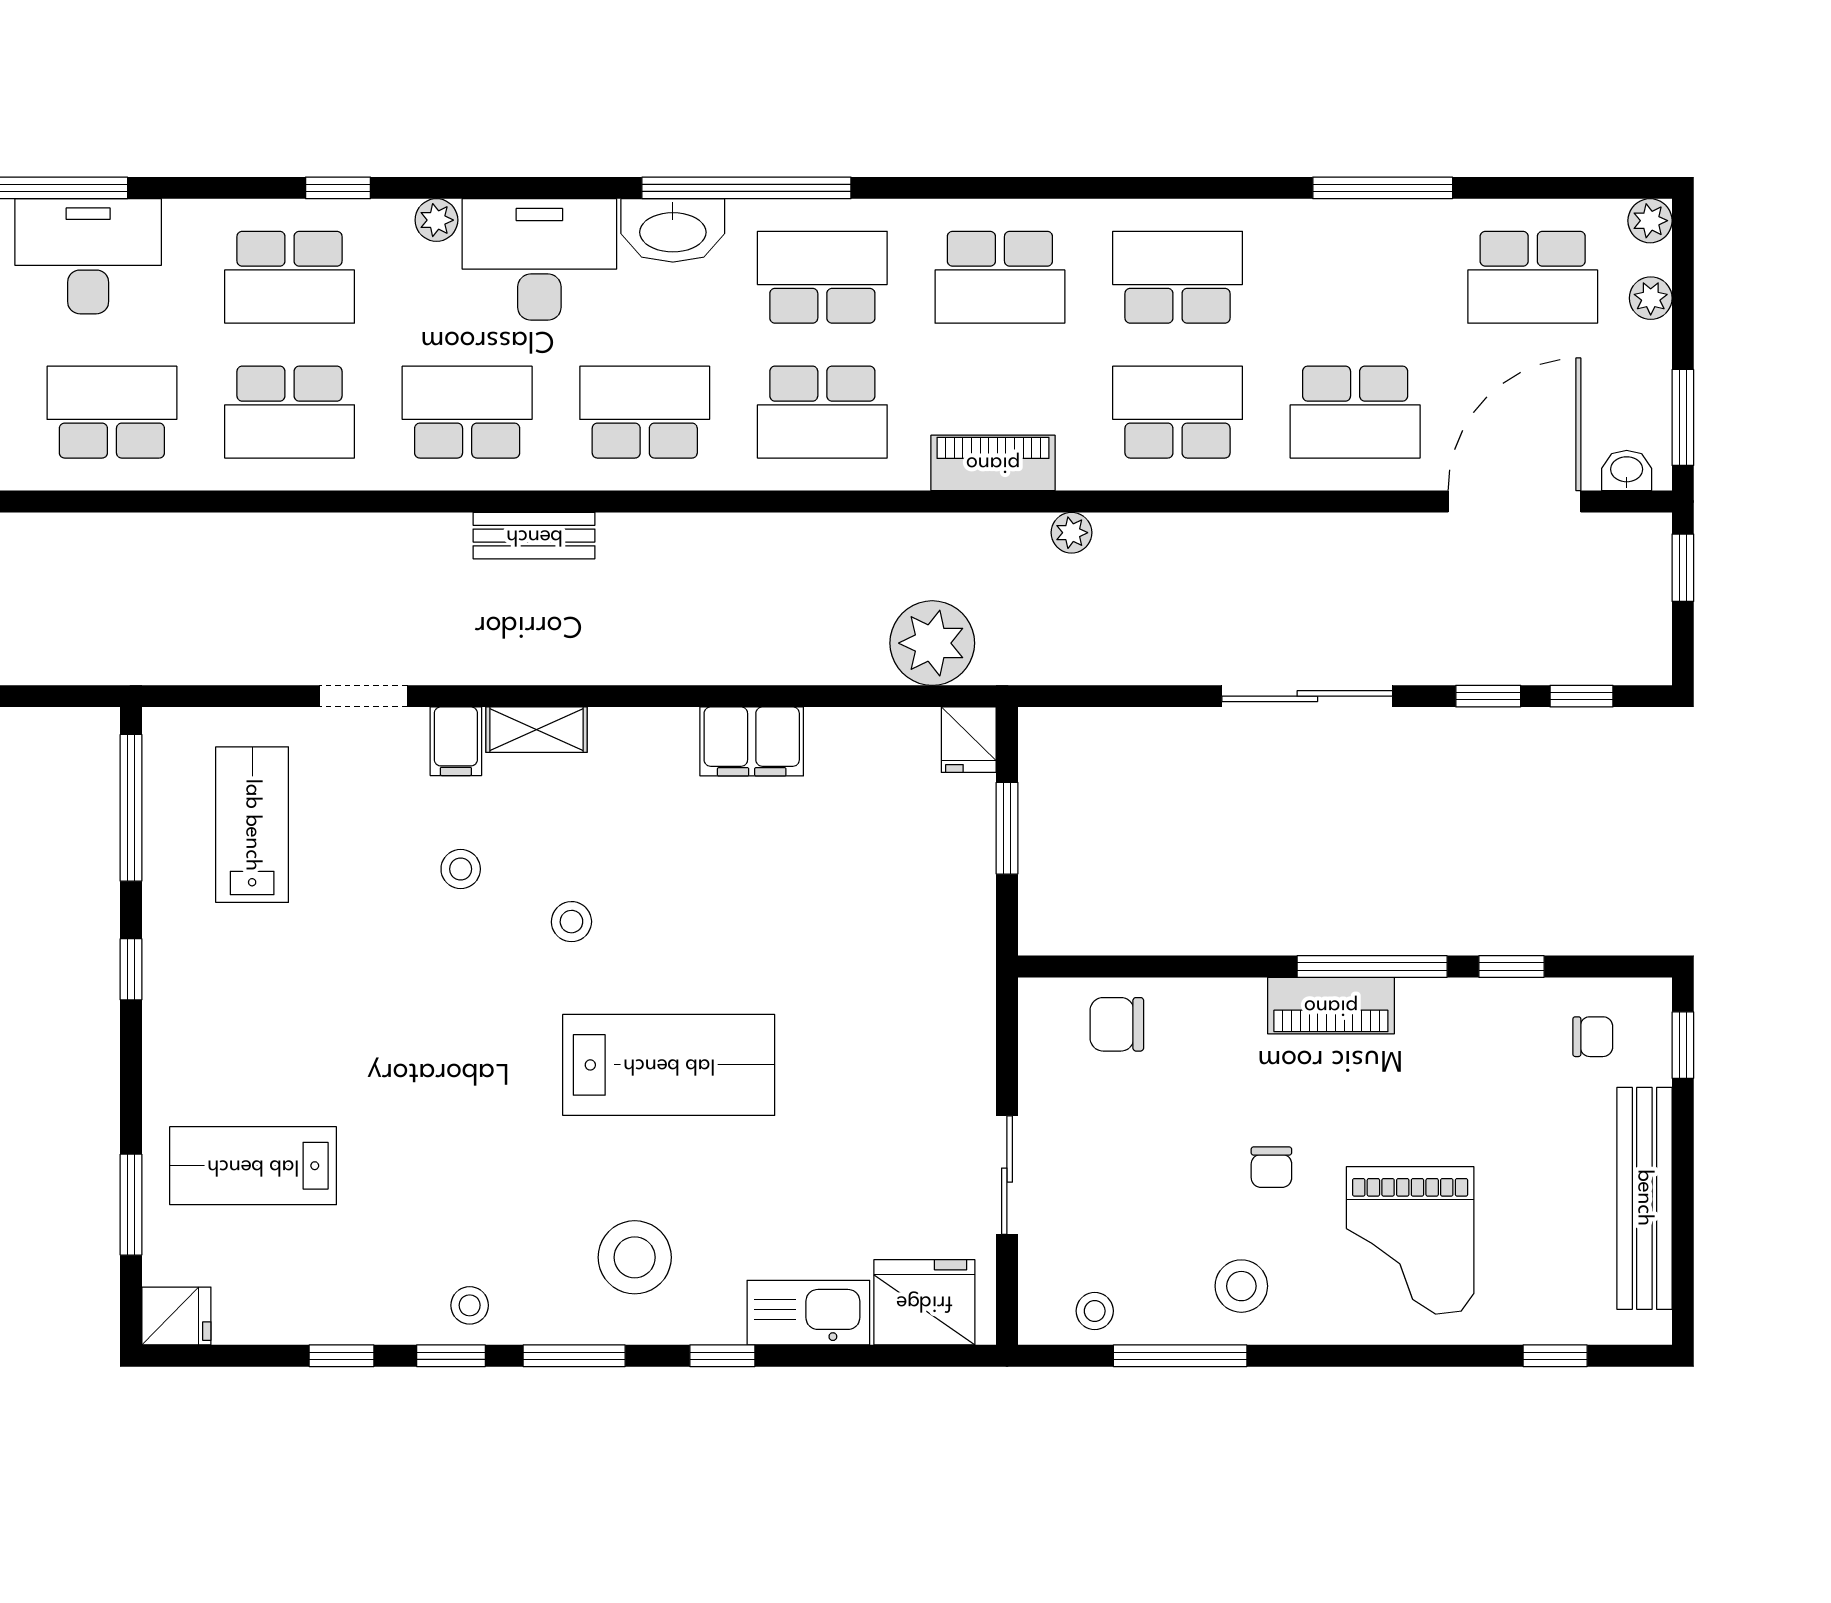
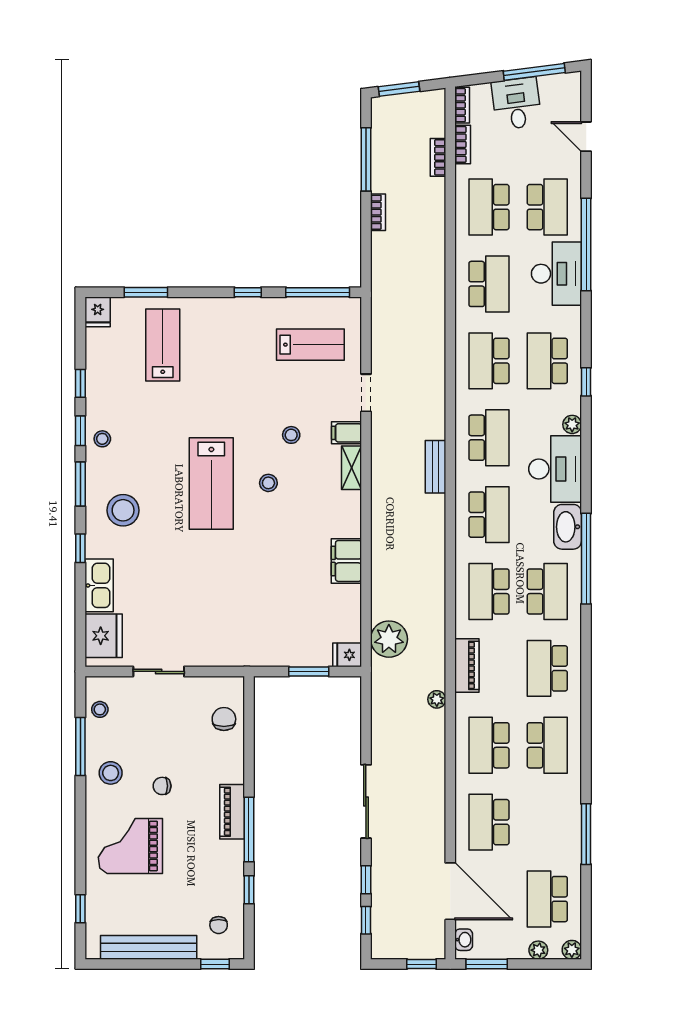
school desk: (1178, 412) -> (489, 745), turned 180
lab bench: (669, 1065) -> (211, 483), moved

